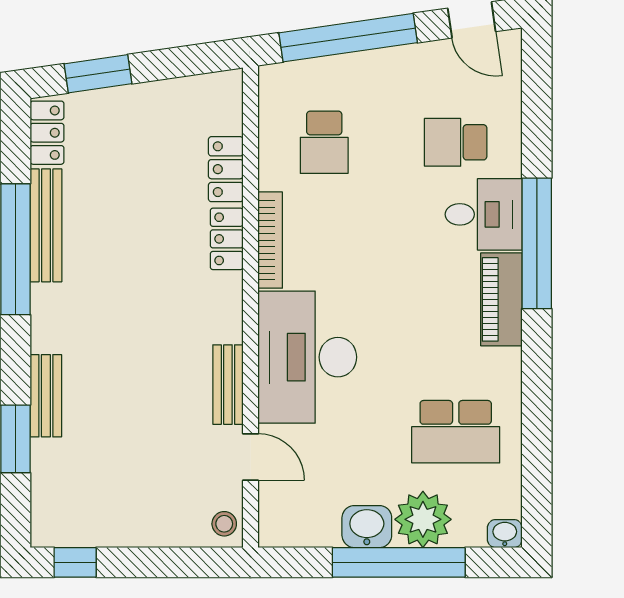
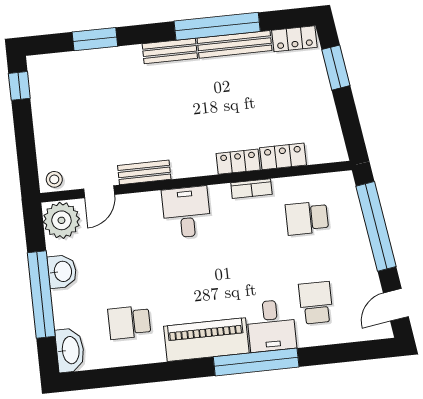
bookcase: (270, 240) -> (251, 189), width x0.64
piano: (501, 299) -> (206, 340), width x1.37, depth x1.33
desk: (307, 357) -> (186, 212), width x0.53, depth x0.77
bench: (46, 396) -> (170, 51), moved
school desk: (456, 432) -> (129, 322), width x0.54
plant: (423, 519) -> (61, 220), moved
washbasin: (505, 534) -> (70, 350), width x1.91, depth x1.45

